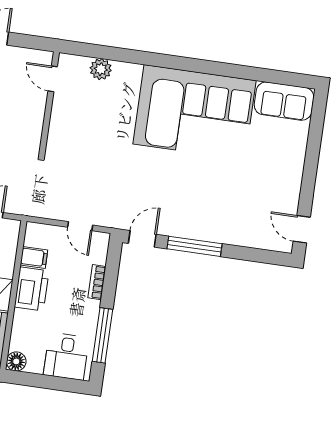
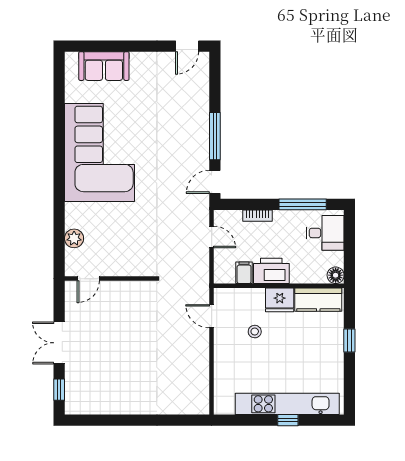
sofa: (284, 101) -> (104, 66), moved, turned 90
door: (80, 226) -> (212, 237), hinge flipped
door: (142, 239) -> (215, 182), hinge flipped

